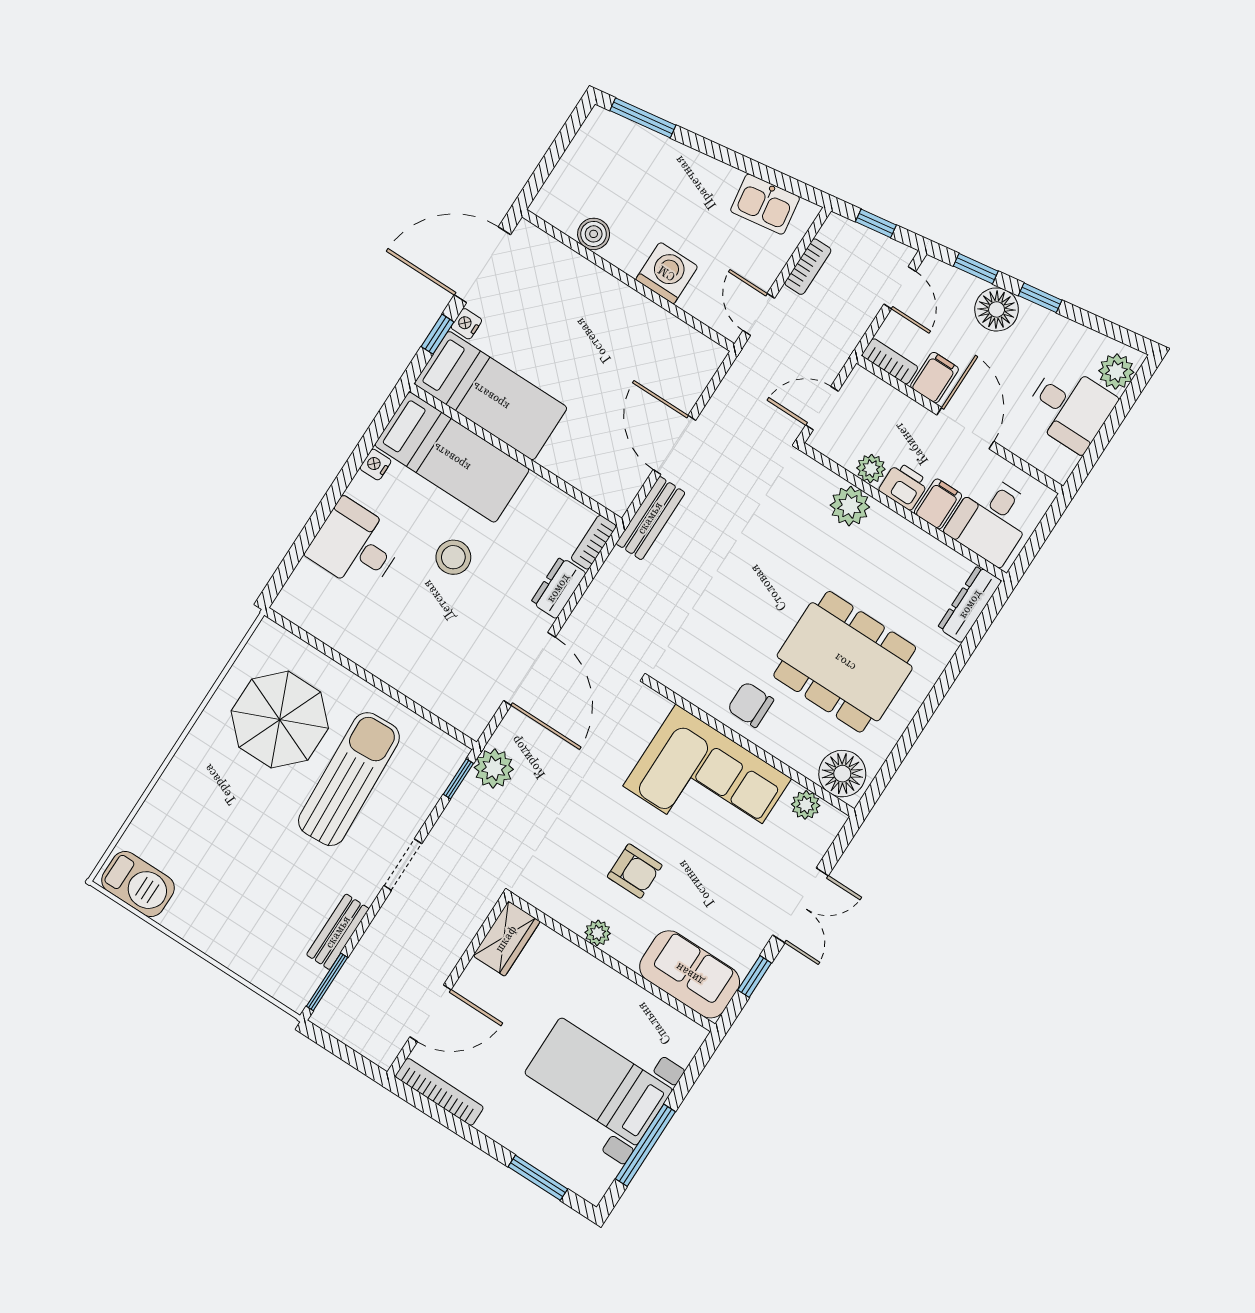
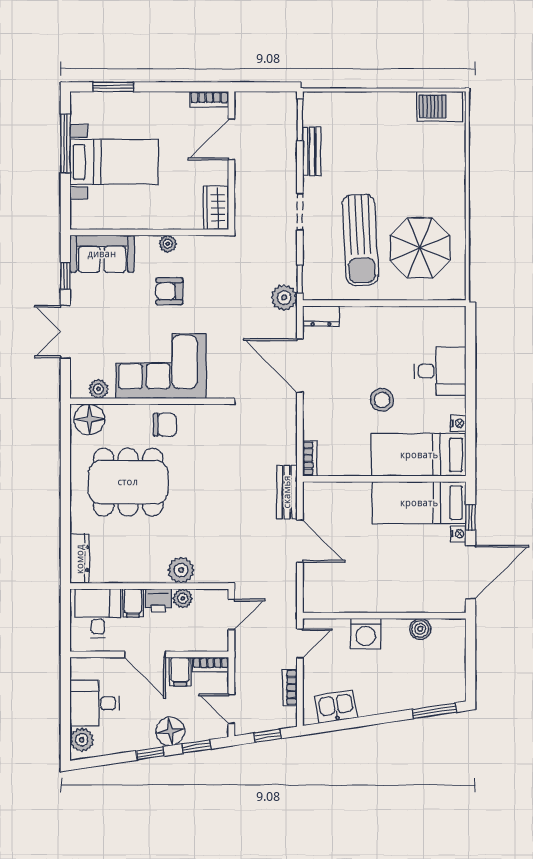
door: (759, 314) -> (300, 643), hinge flipped
dresser: (558, 588) -> (321, 316), moved, turned 90
bookcase: (439, 1092) -> (209, 99), width x0.64

